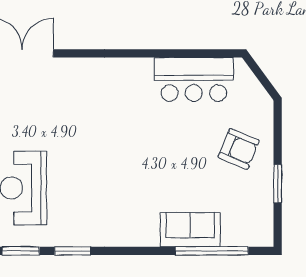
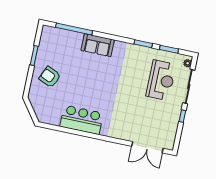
bar counter: (194, 79) -> (82, 120), moved
sofa: (190, 230) -> (98, 45), moved

